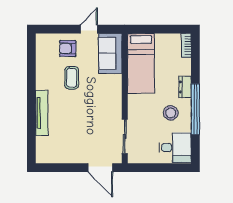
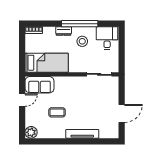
door: (89, 29) -> (22, 100), swing flipped
plant: (44, 42) -> (31, 132), added
armchair: (68, 48) -> (36, 115), removed
door: (100, 168) -> (122, 113), moved

